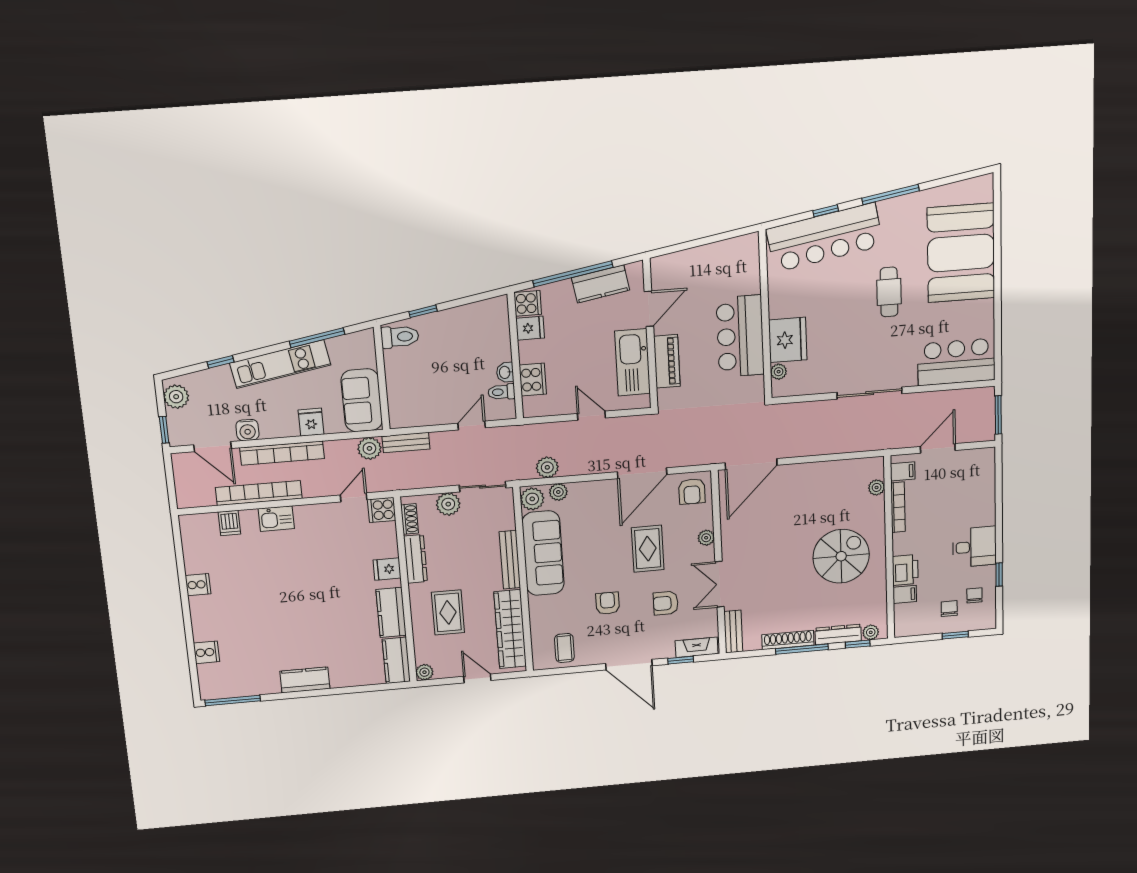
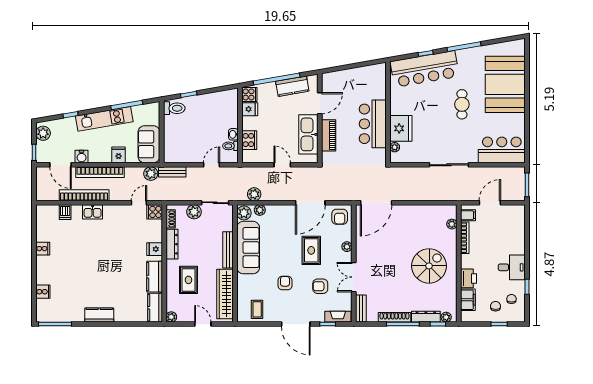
filing cabinet: (905, 594) -> (468, 300), width x2.00

